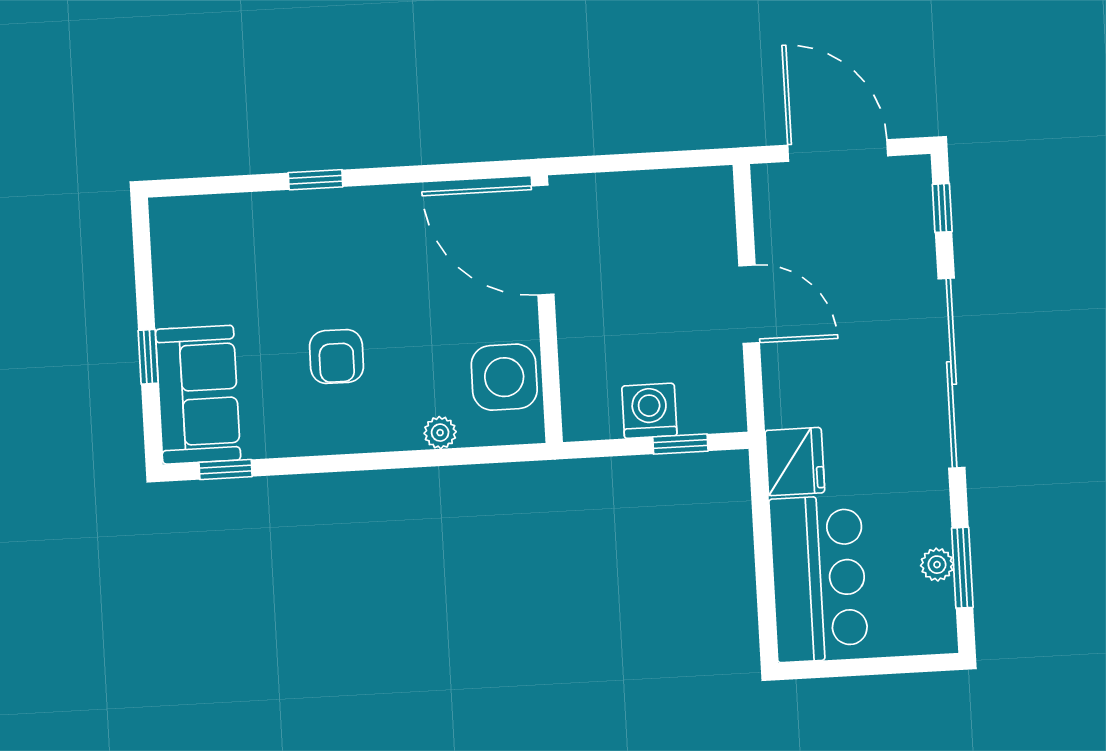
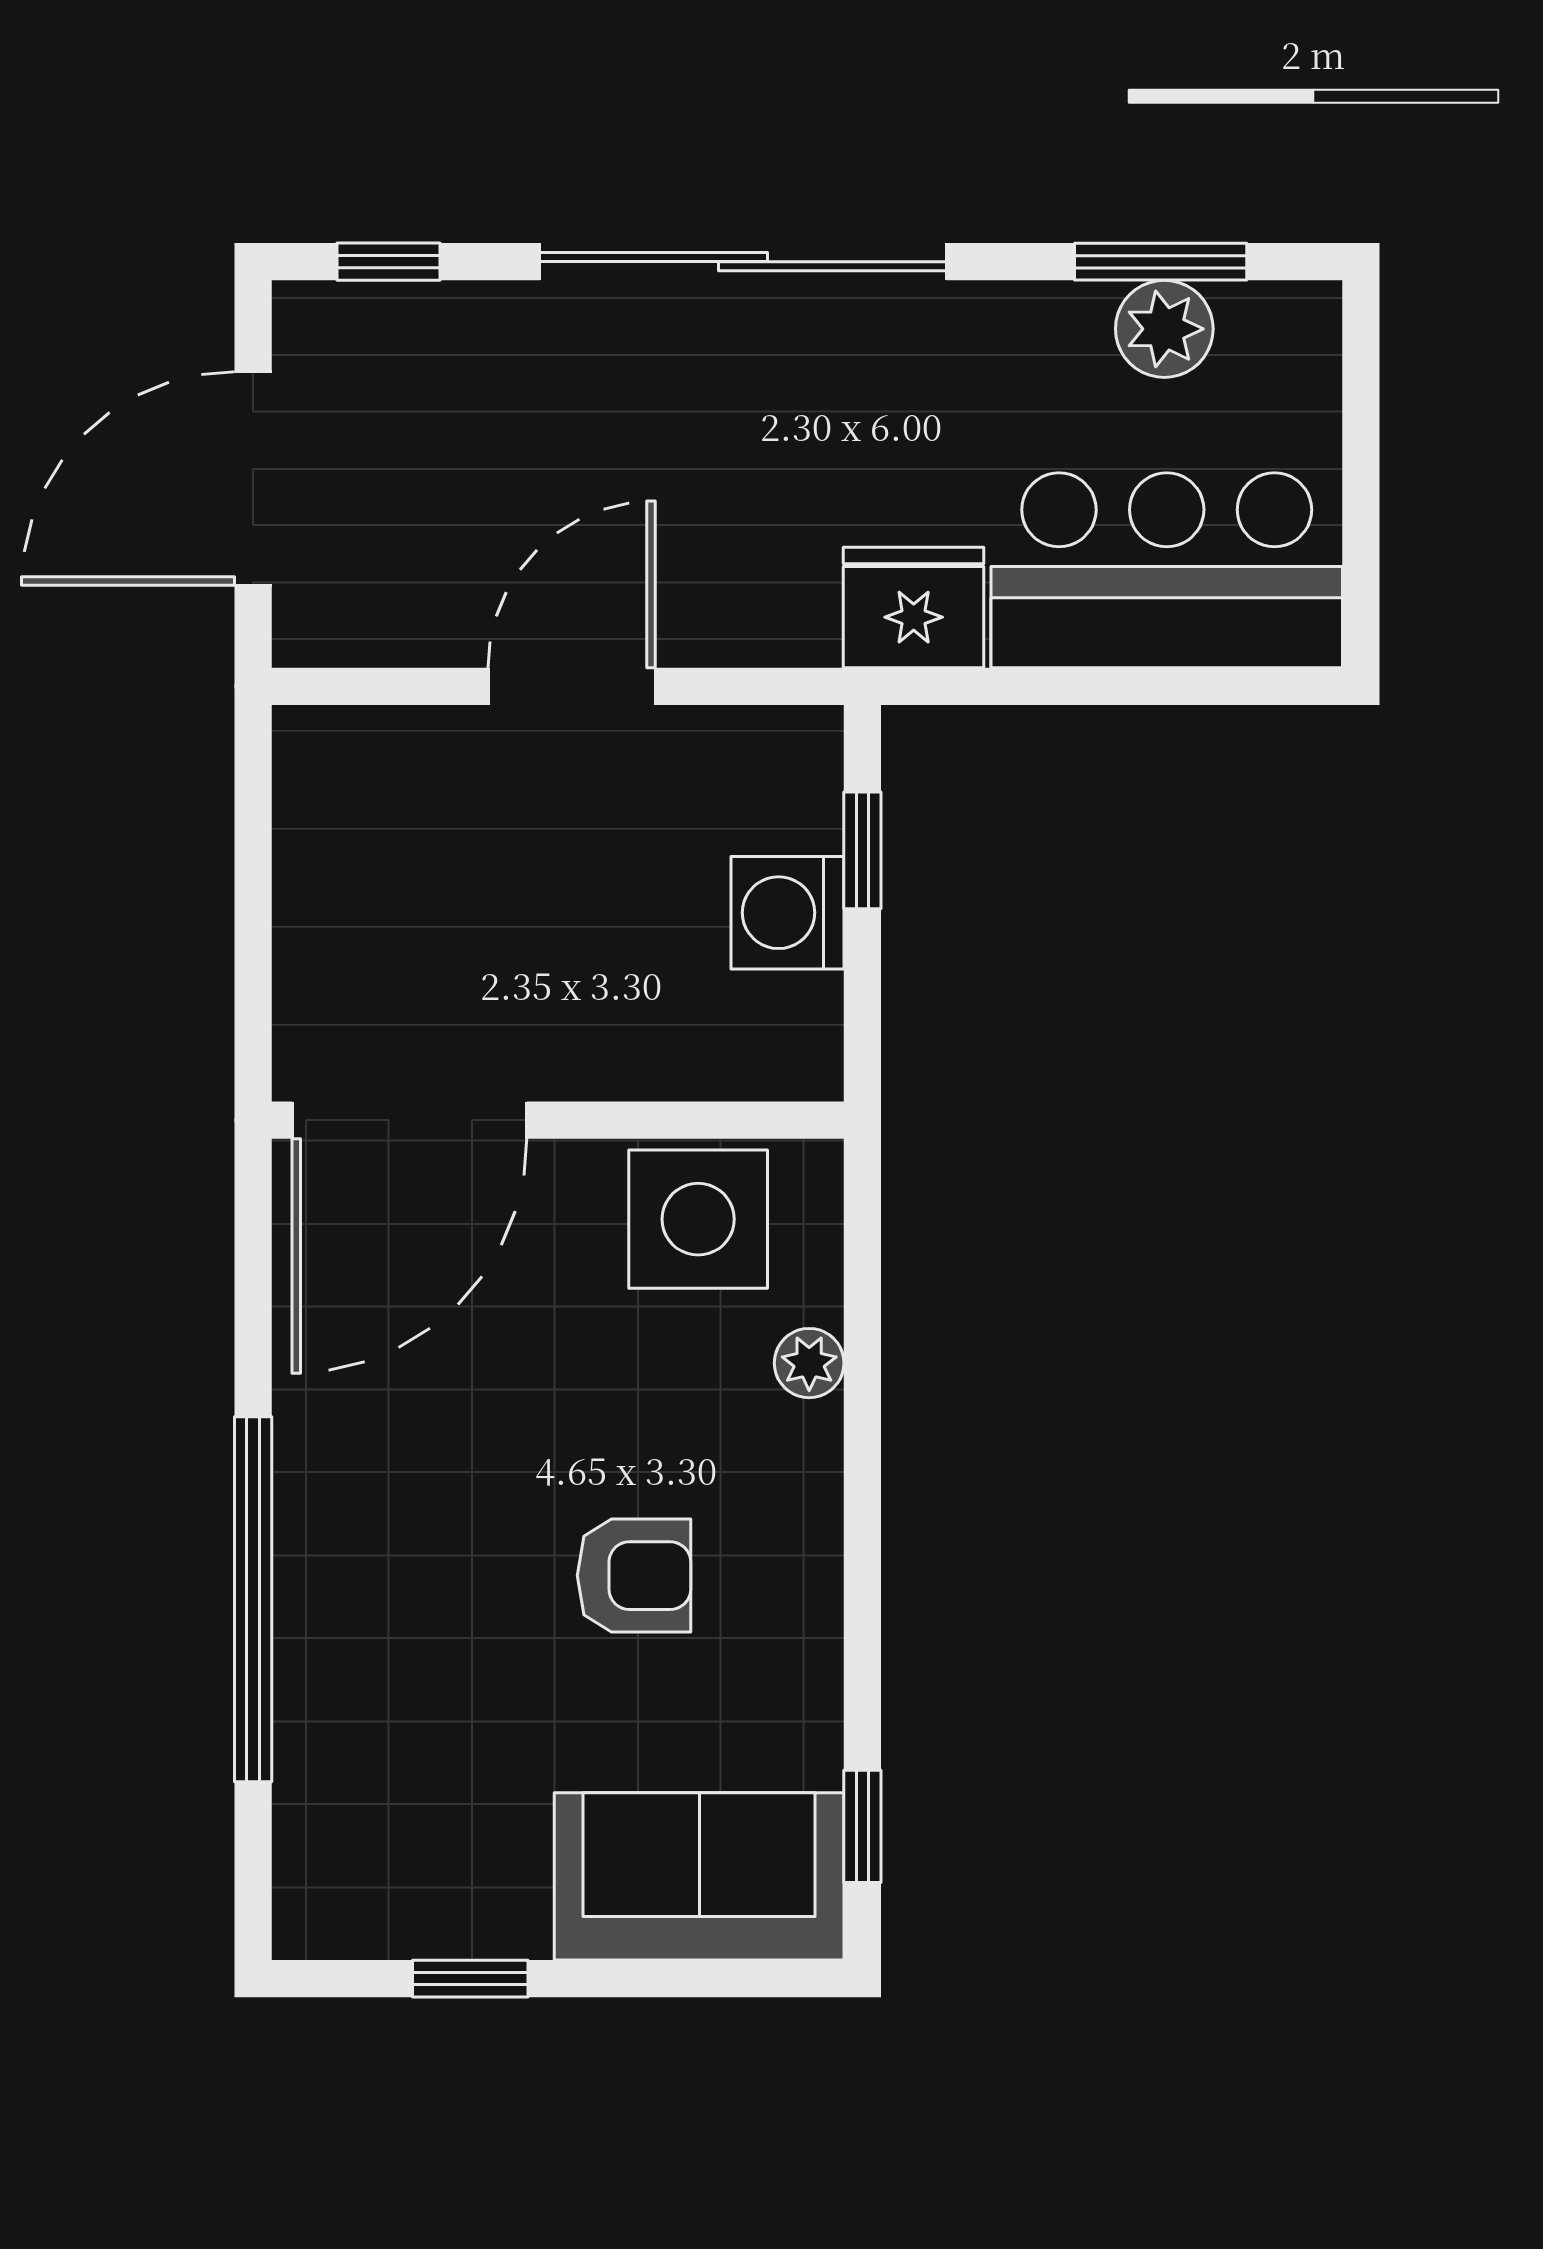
window: (316, 180) -> (253, 1599), width x3.17
window: (148, 357) -> (470, 1979), moved
plant: (937, 565) -> (1164, 329), width x1.38, depth x1.38

